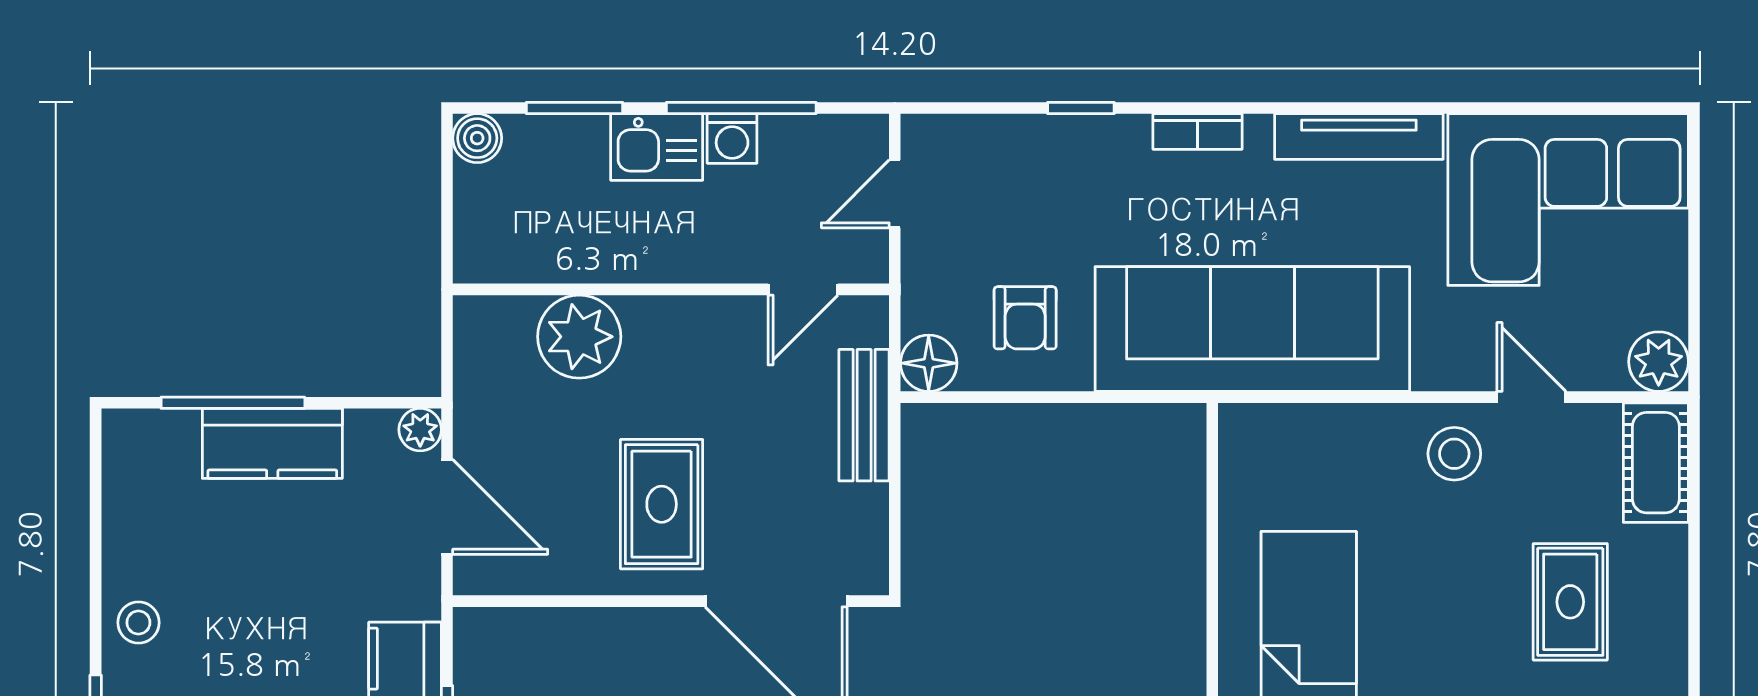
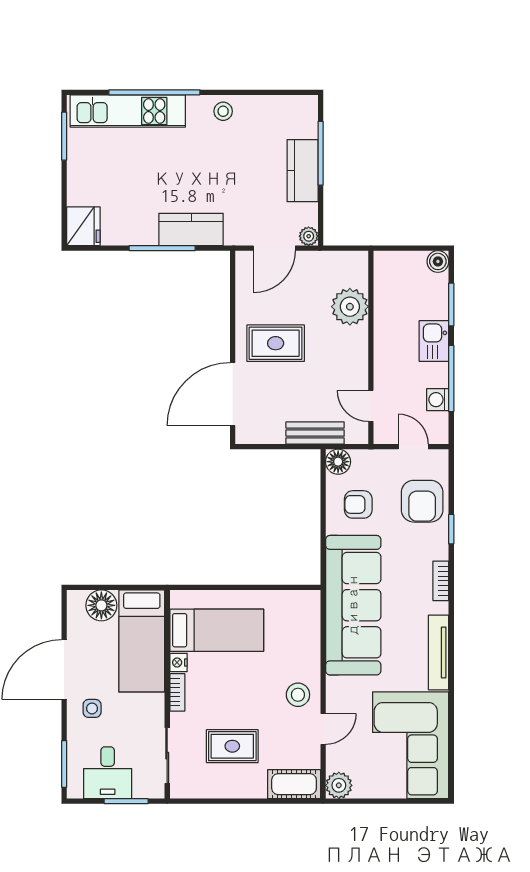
washing machine: (732, 139) -> (438, 400), moved
armchair: (1018, 174) -> (422, 501), added

